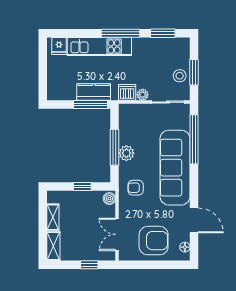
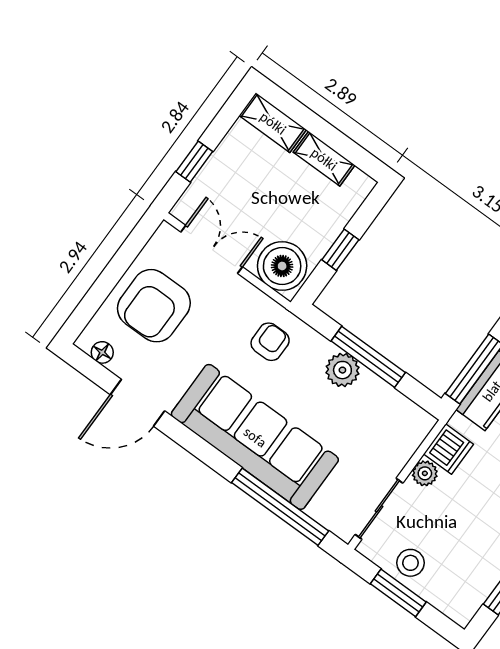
boiler: (109, 199) -> (282, 266), width x1.86, depth x1.86

